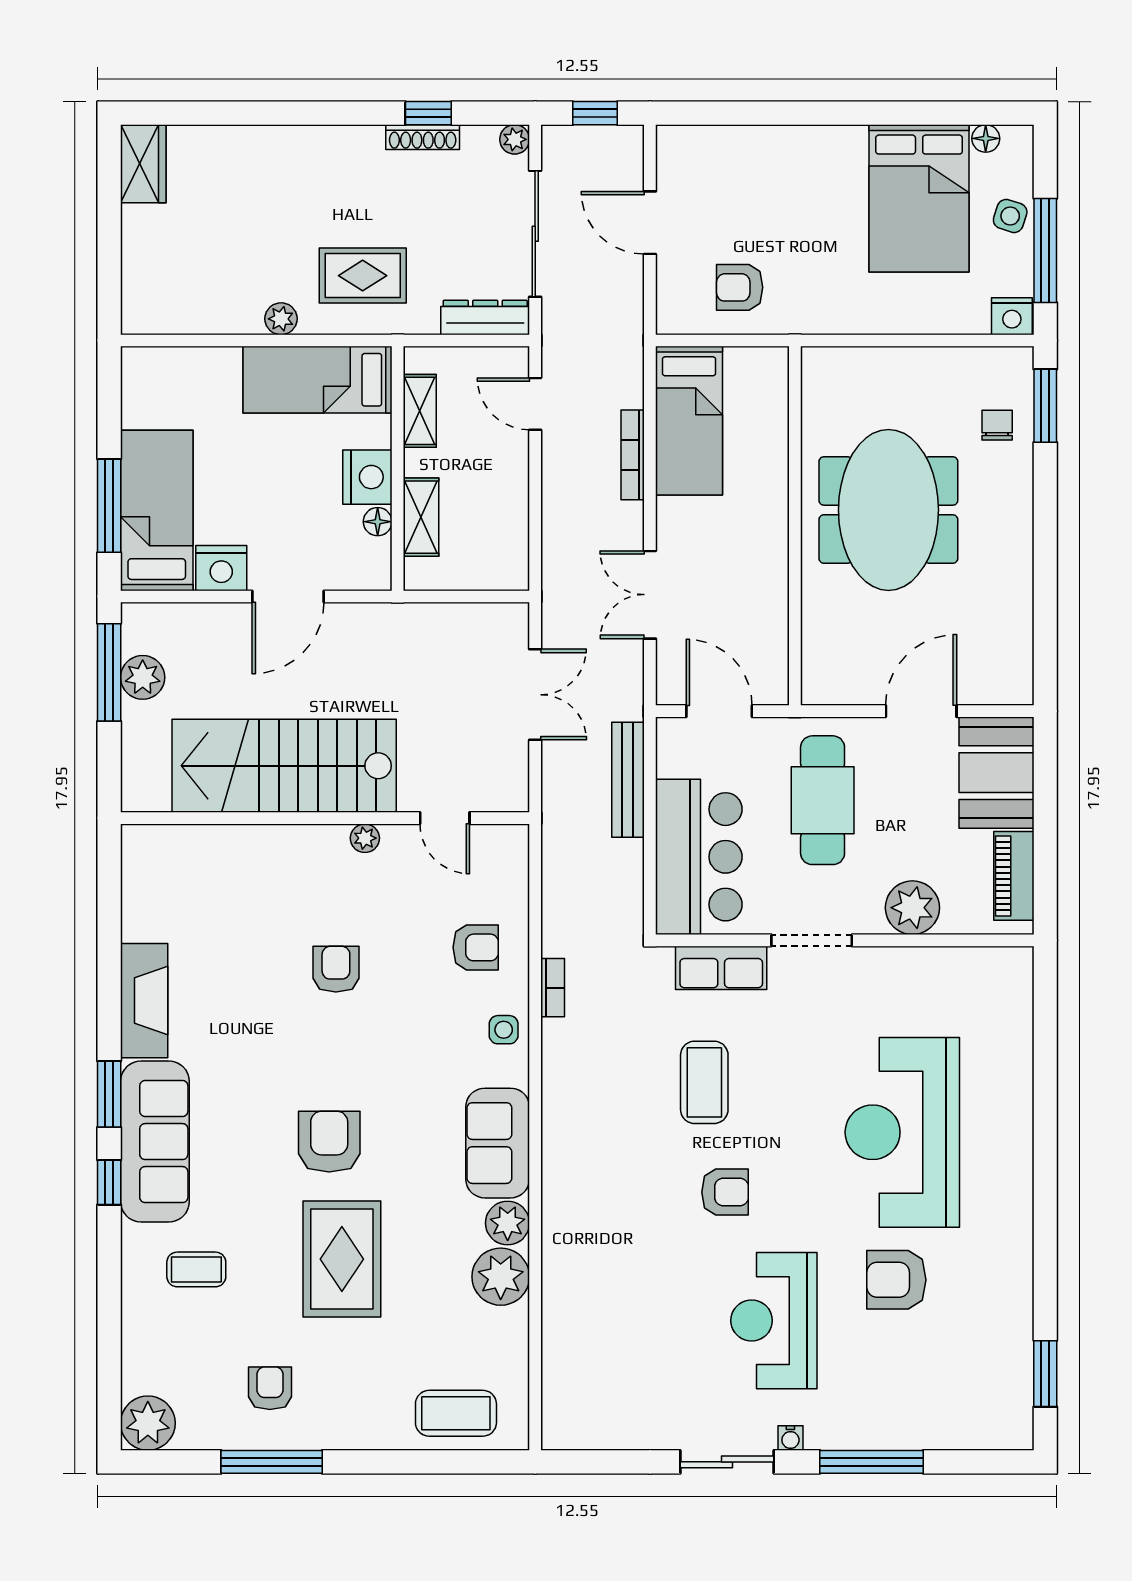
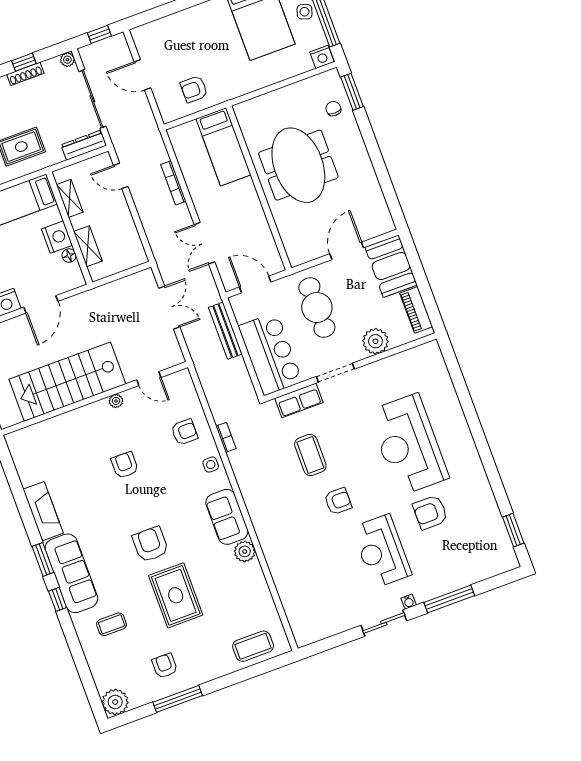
bed: (689, 421) -> (223, 147), moved
plant: (501, 1277) -> (251, 577), removed

